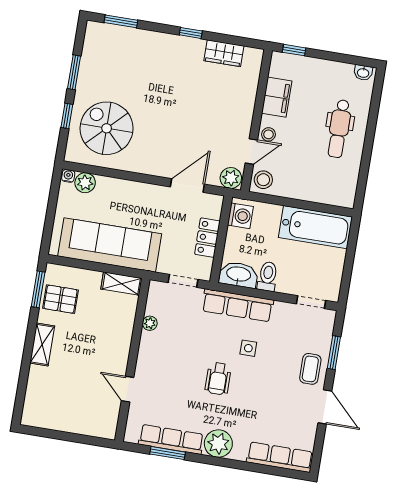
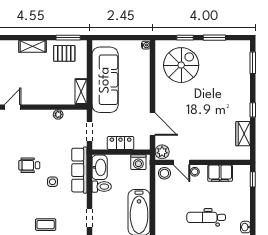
plant: (85, 183) -> (143, 57), removed
pallet: (61, 299) -> (64, 53), turned 90

